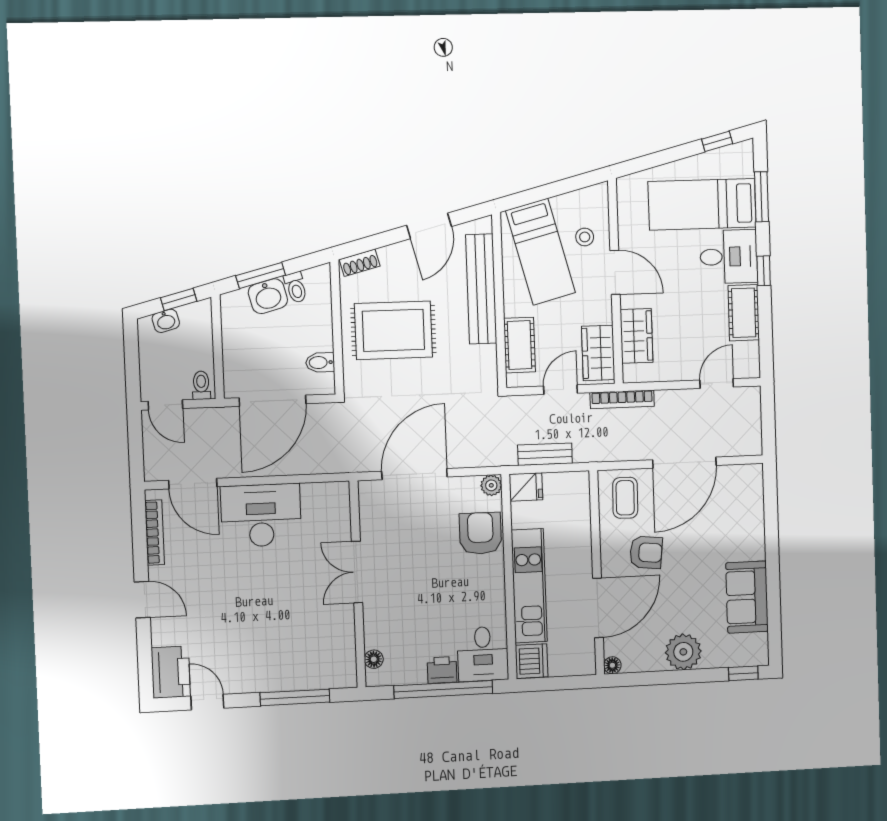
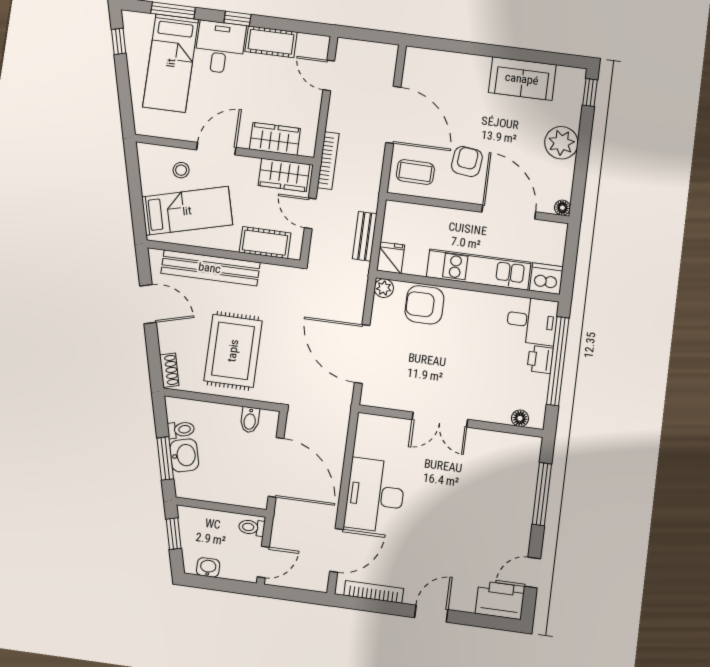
washbasin: (166, 321) -> (208, 567), moved, turned -75

